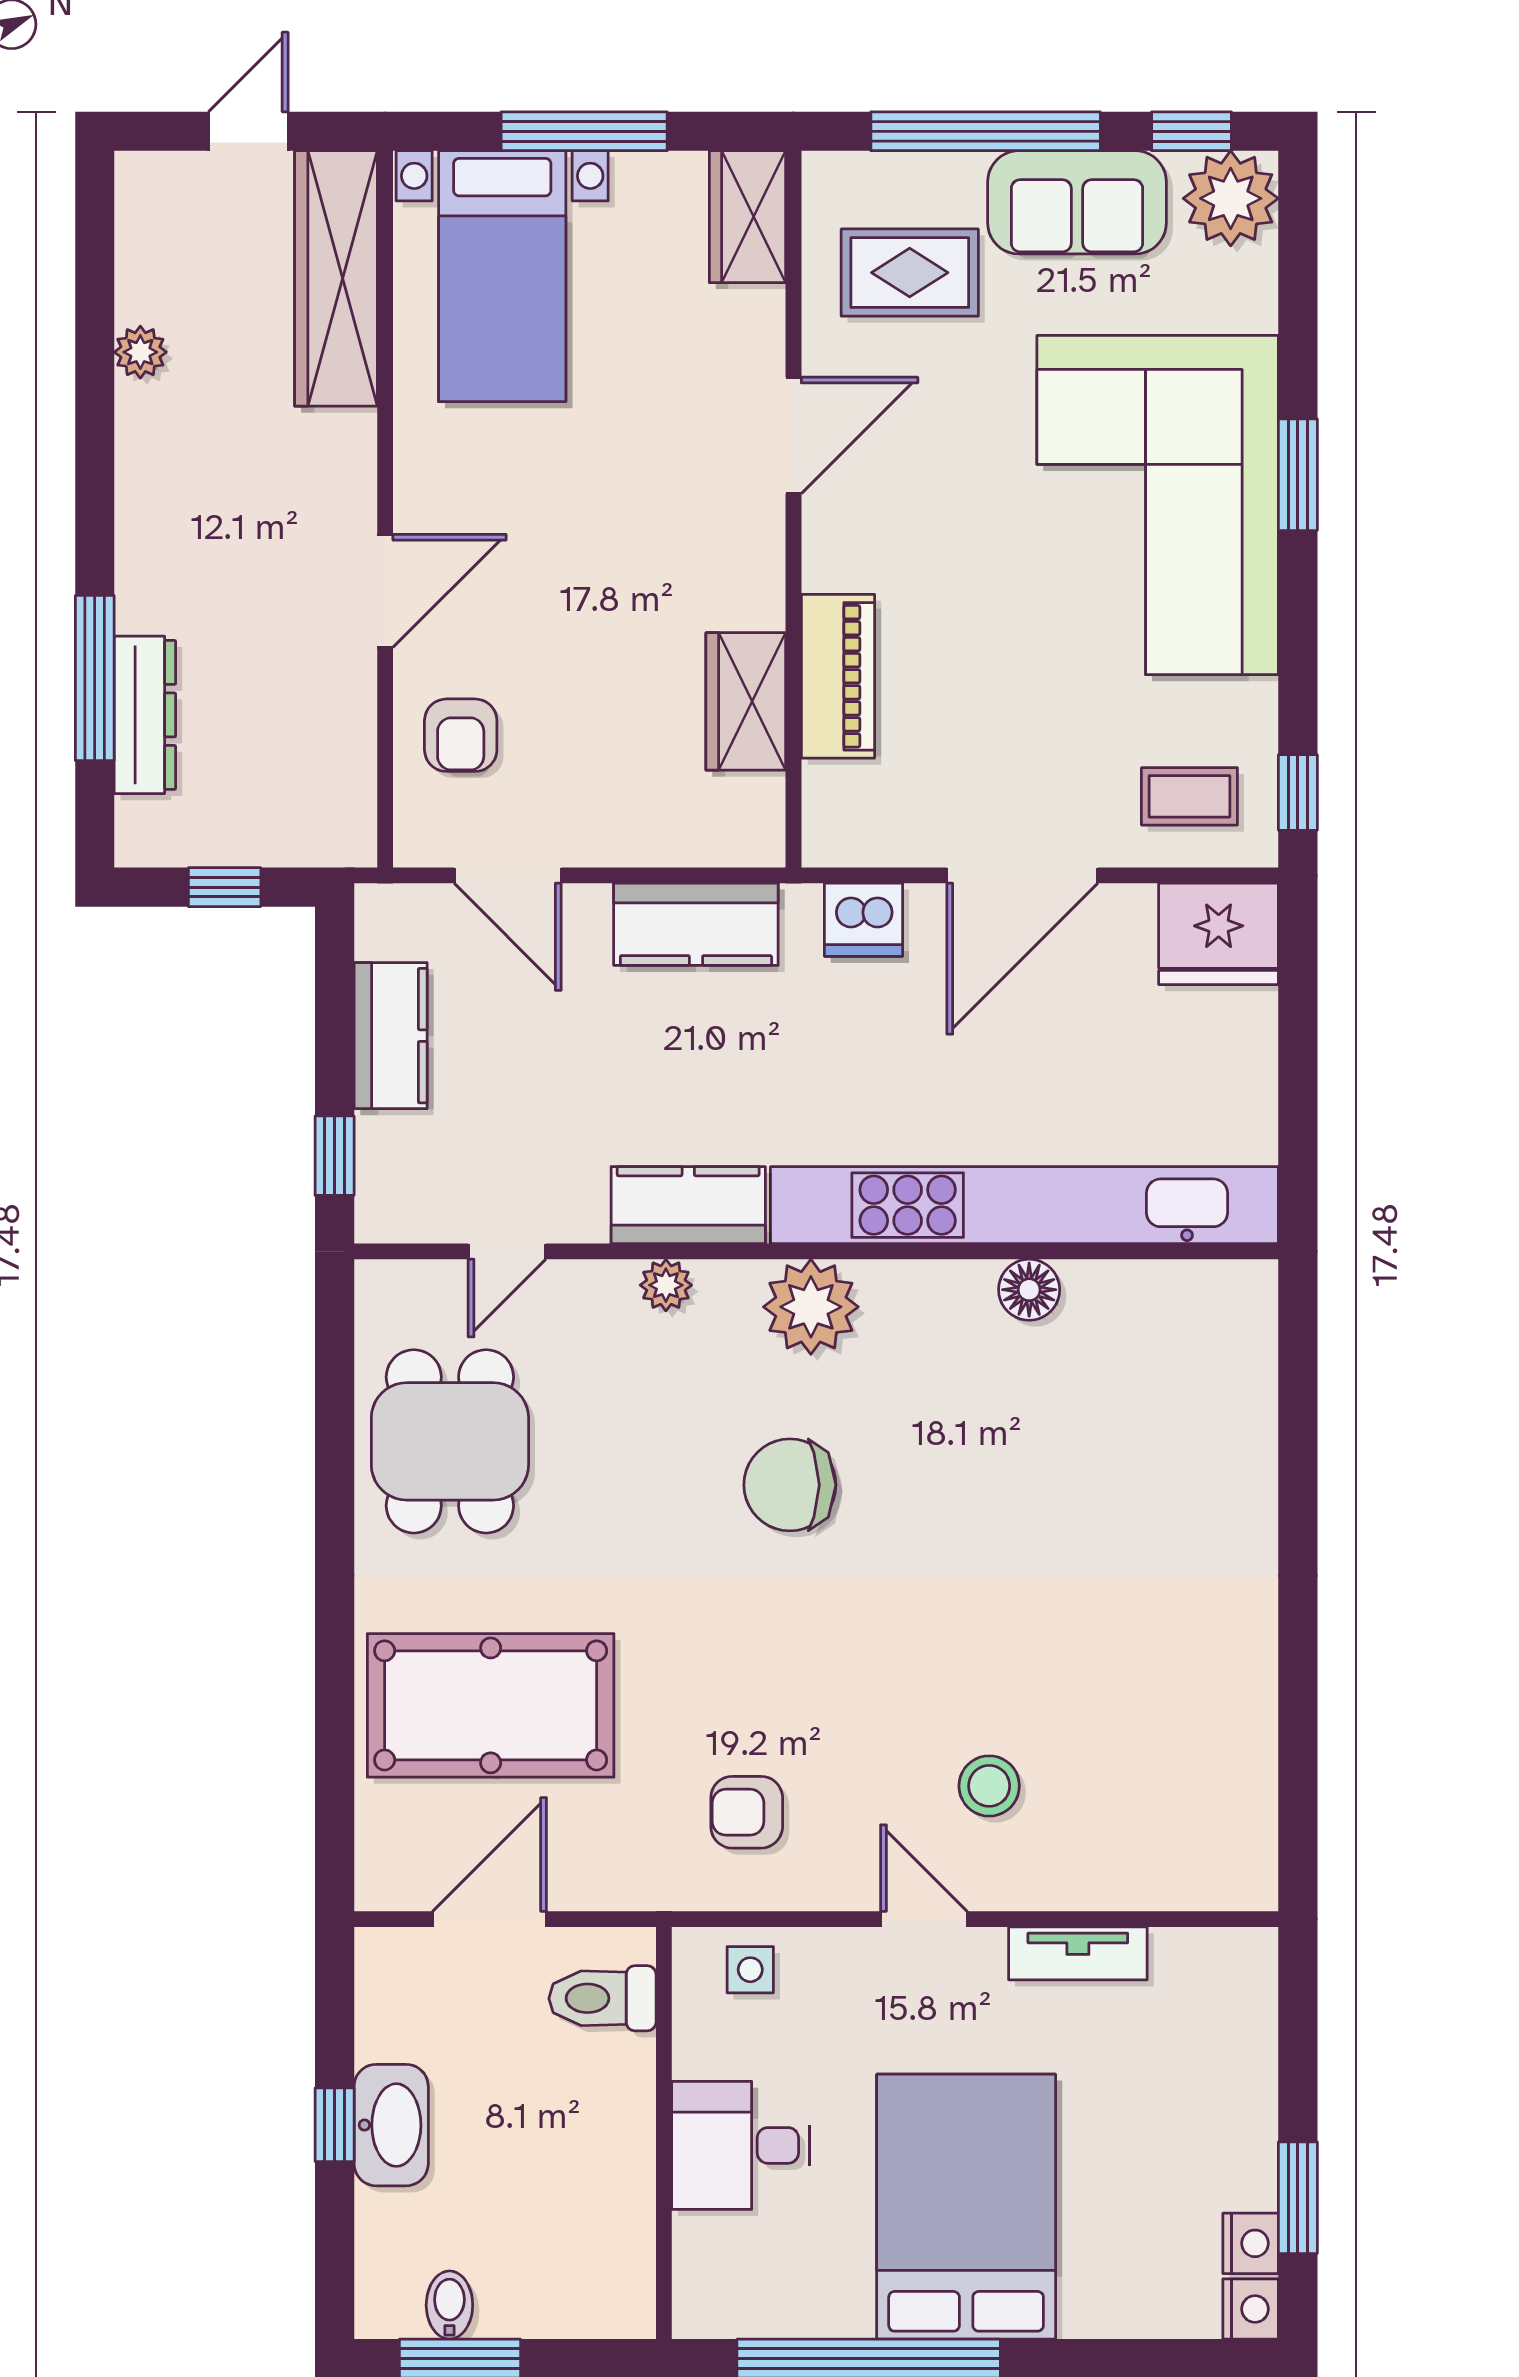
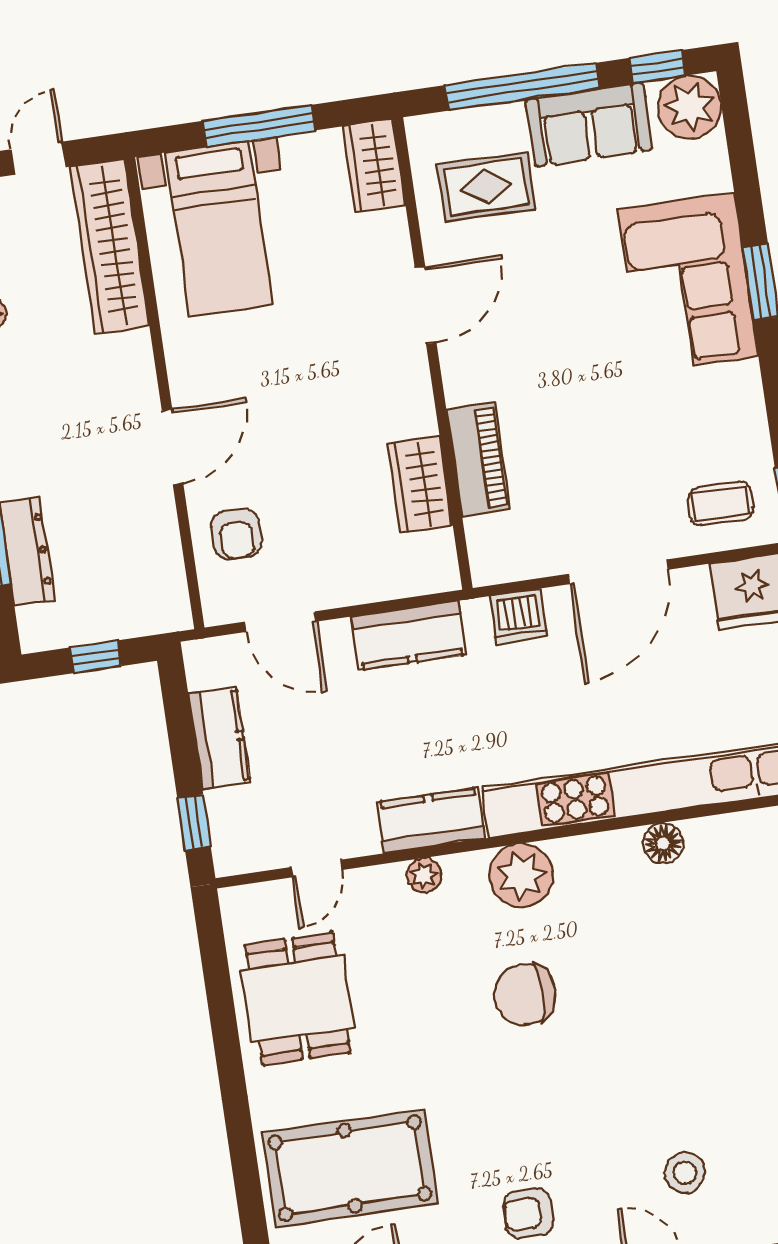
corner sofa: (1158, 505) -> (688, 283), width x0.73, depth x0.74

